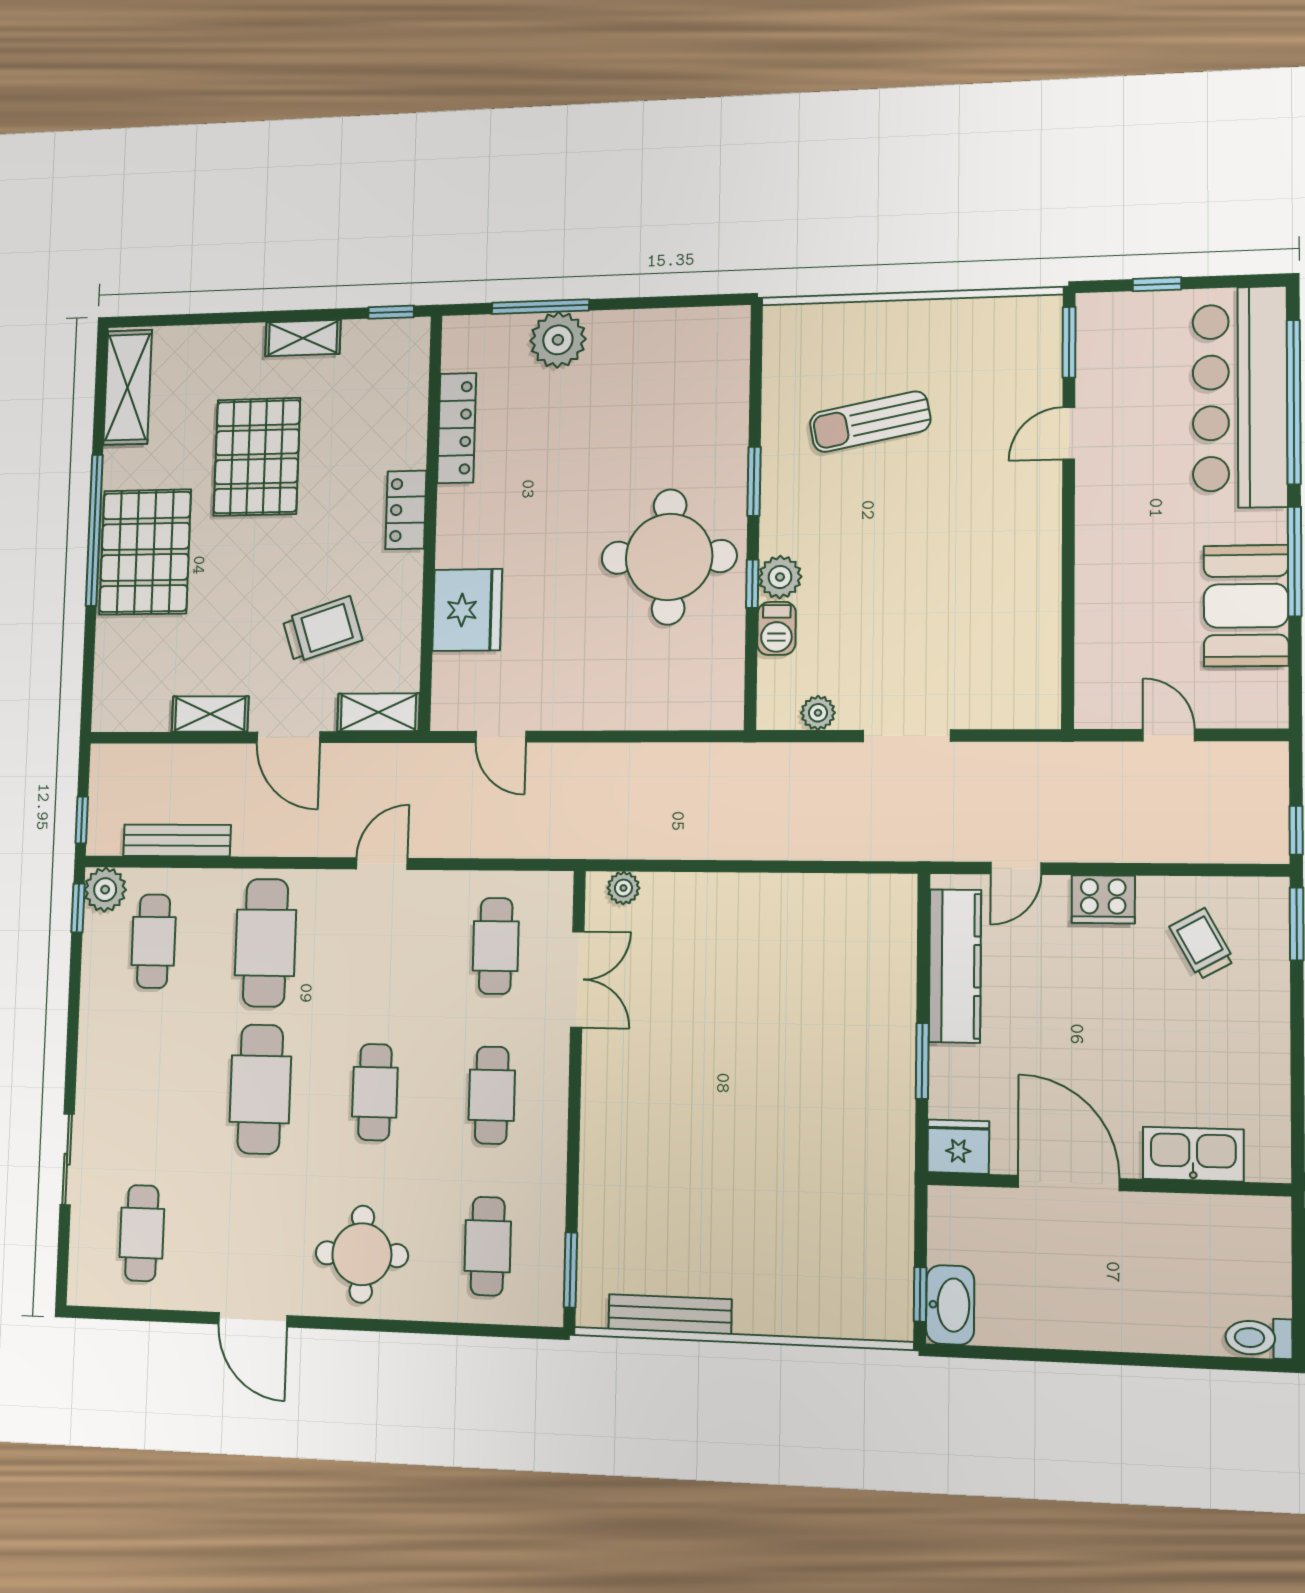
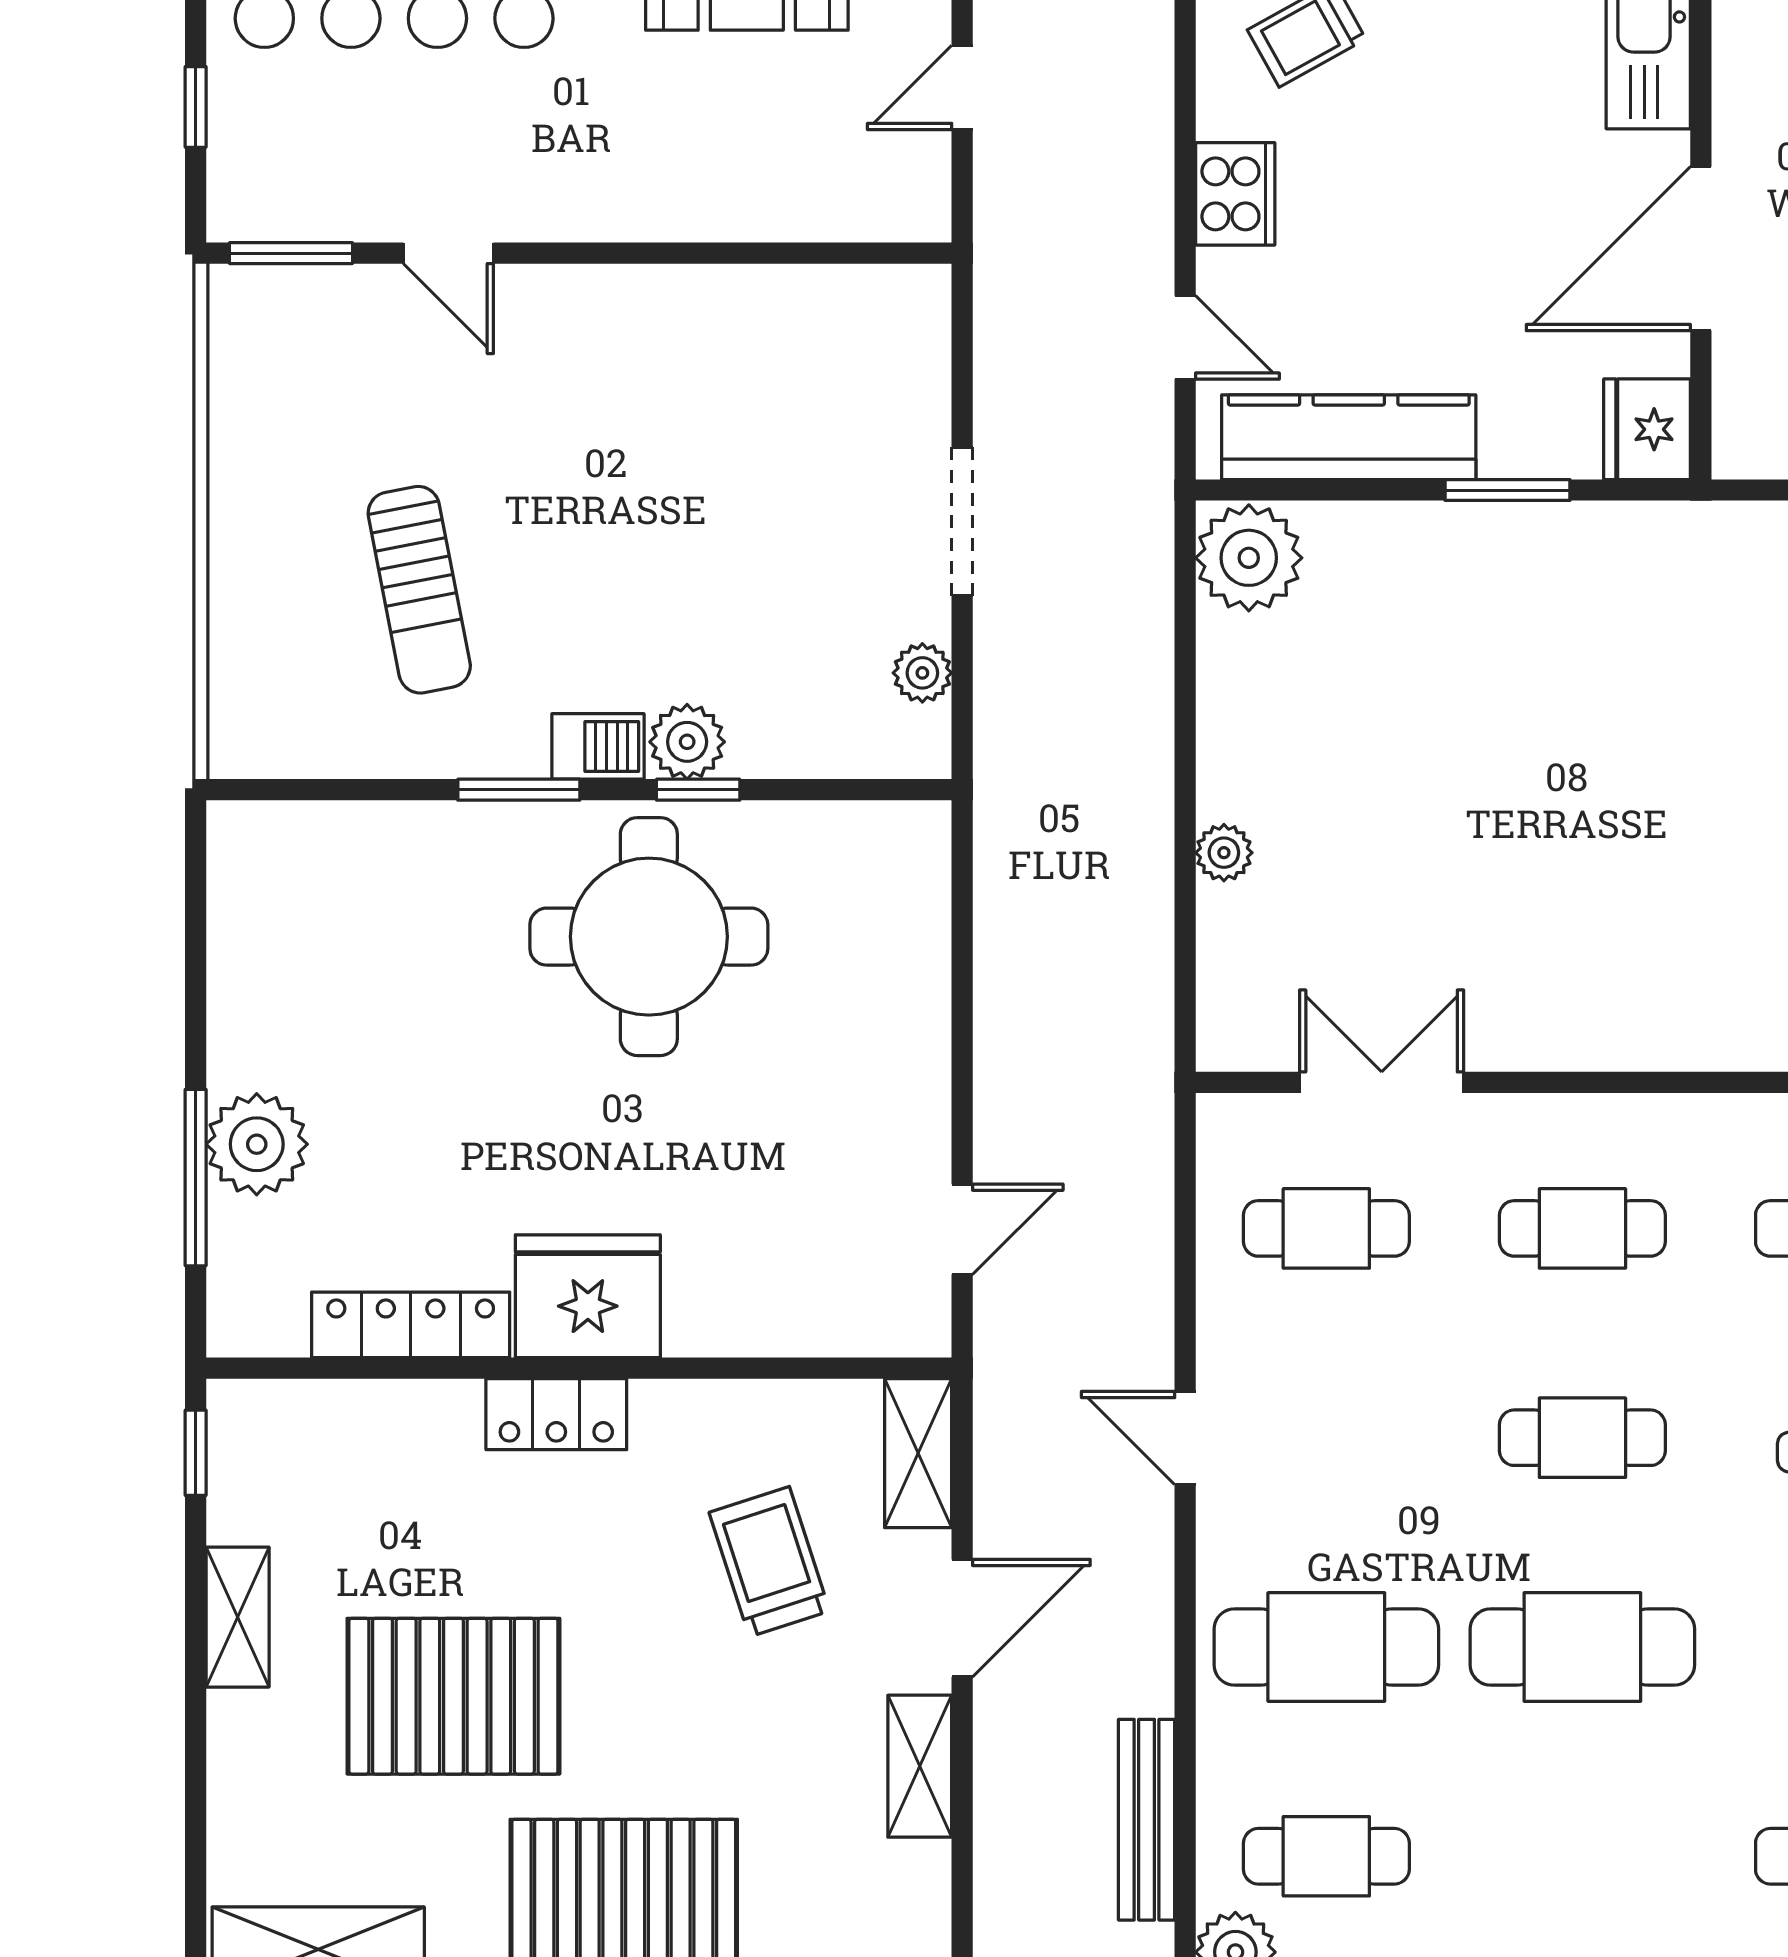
fridge: (467, 610) -> (588, 1296), moved
barbecue: (777, 628) -> (598, 746), moved
plant: (623, 888) -> (1224, 853), moved
plant: (883, 905) -> (1249, 558), added

